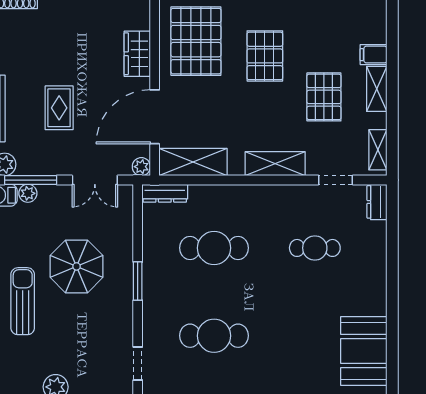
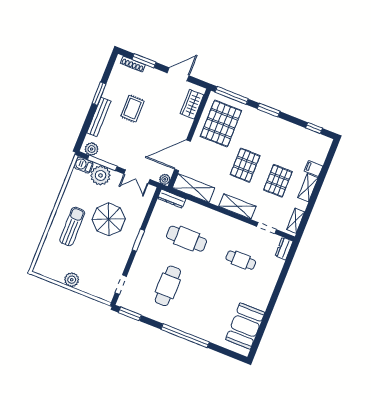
wardrobe: (137, 54) -> (192, 104), moved
pallet: (265, 56) -> (245, 165), moved
rug: (59, 108) -> (132, 109), moved
plant: (28, 193) -> (101, 175), width x1.87, depth x1.87
cafe table: (214, 336) -> (168, 286), turned 90

